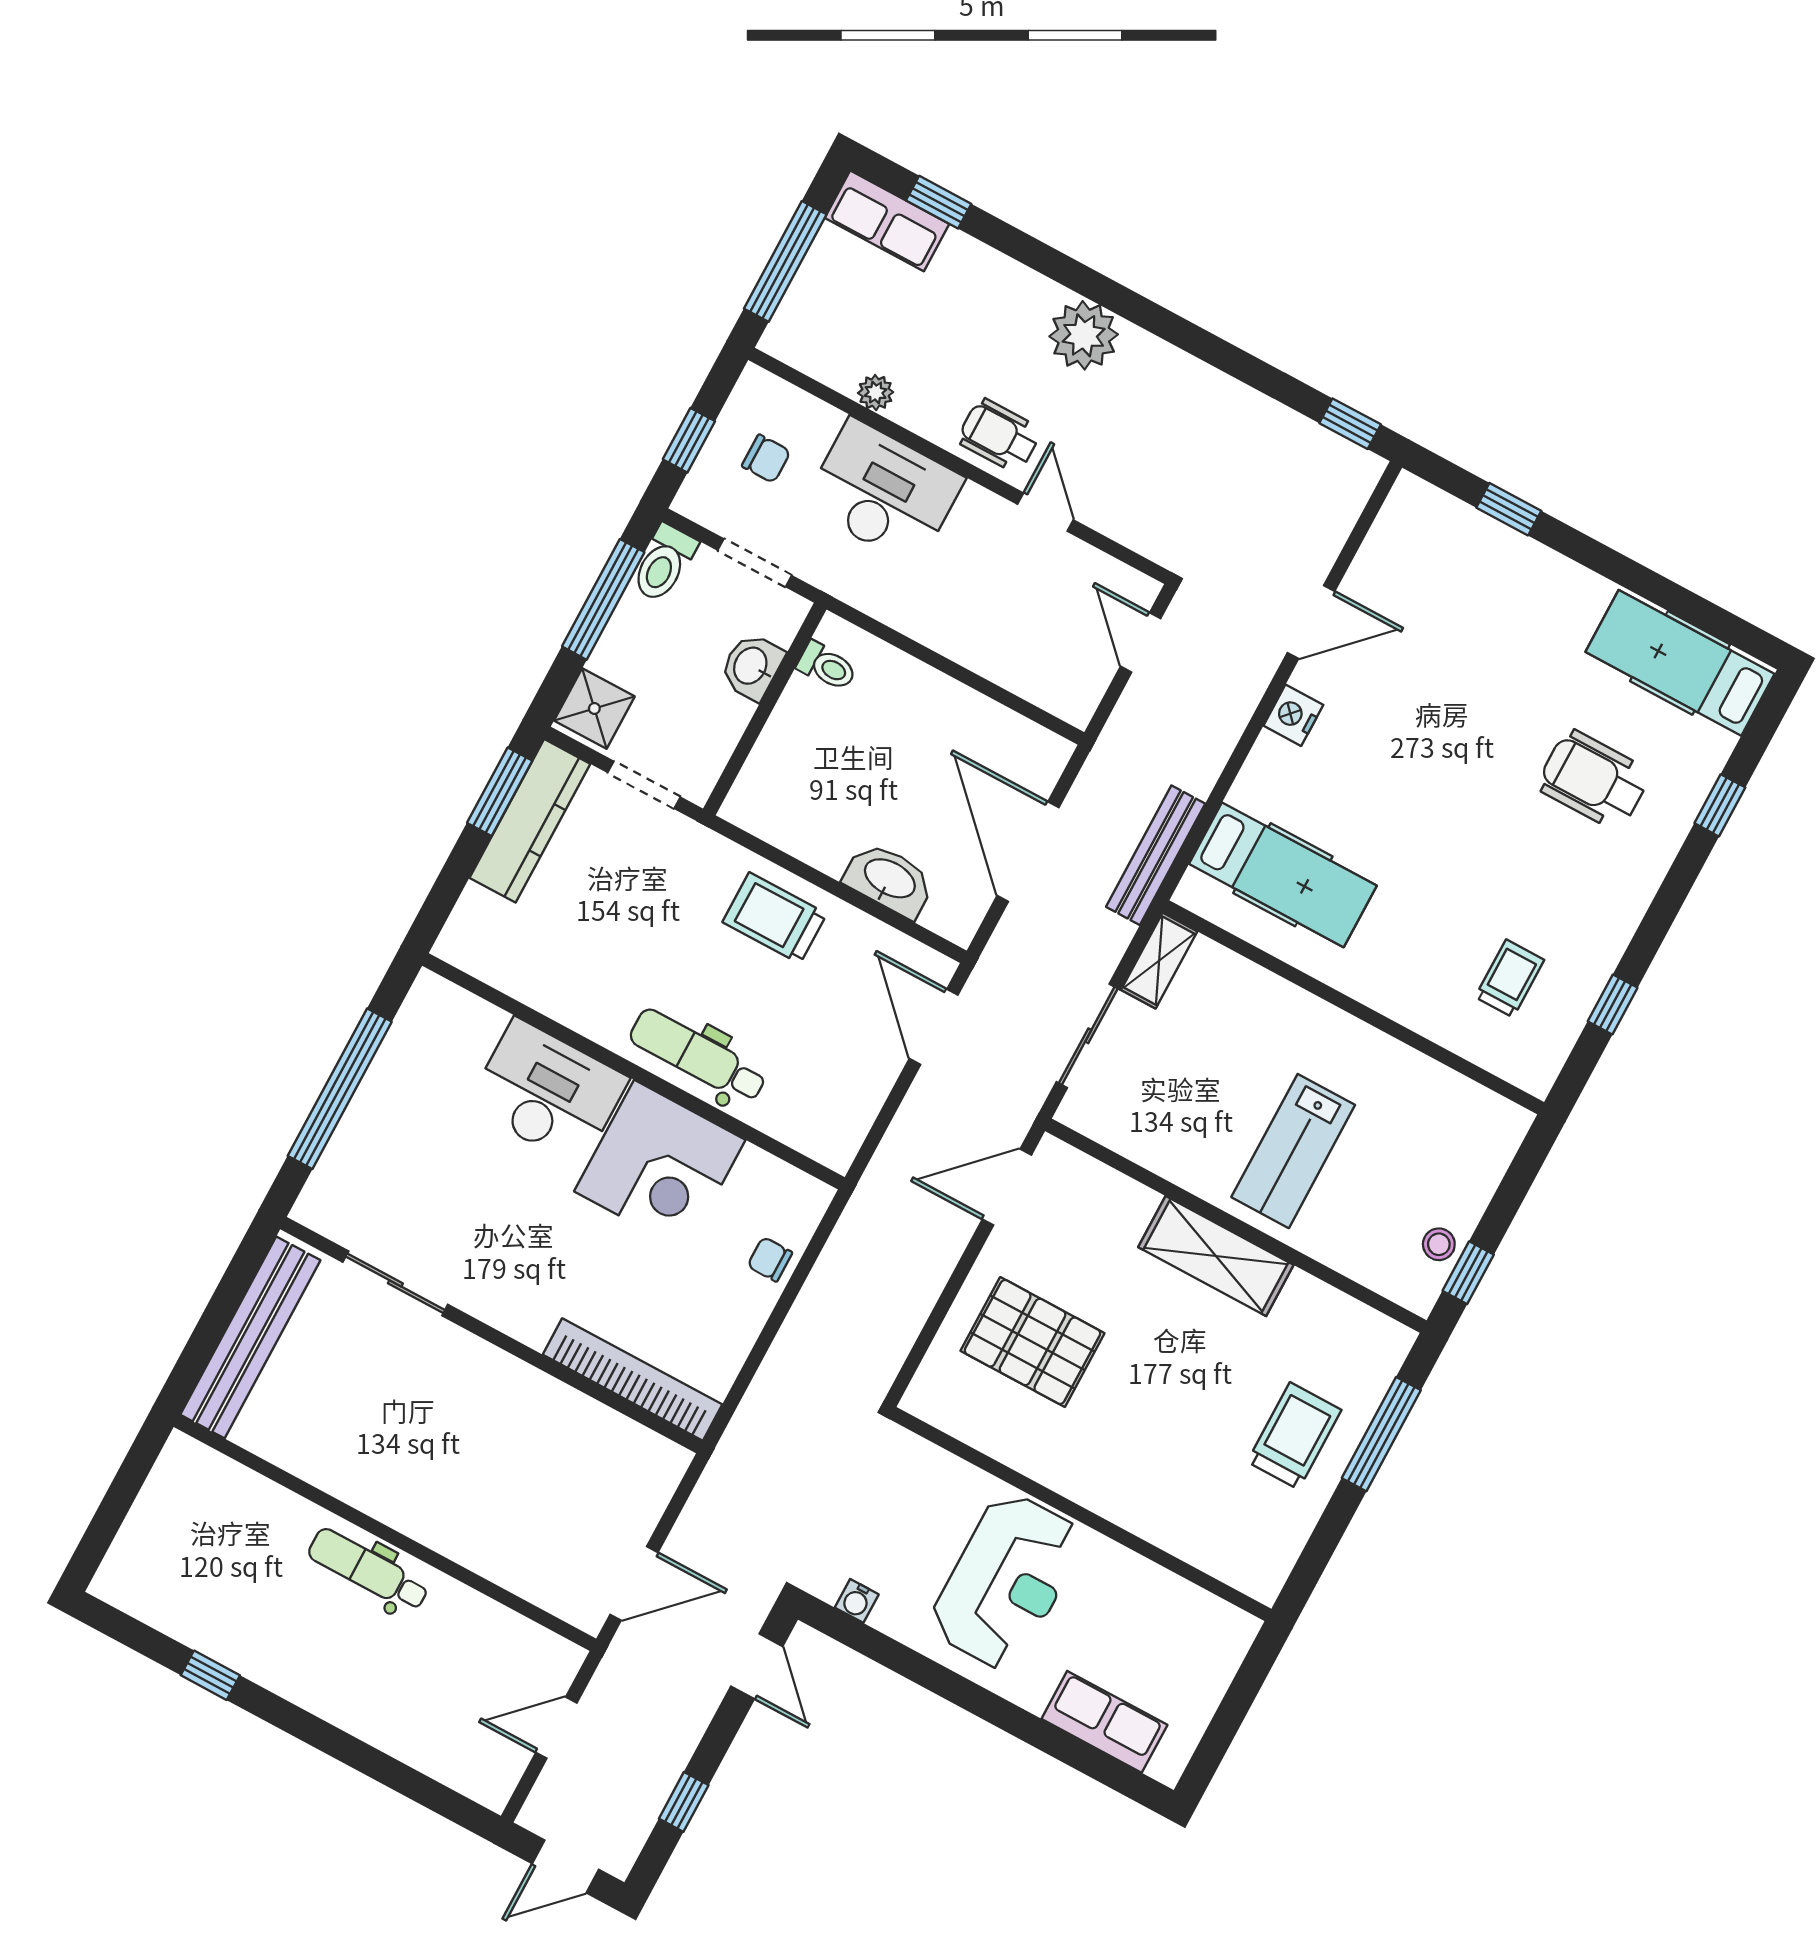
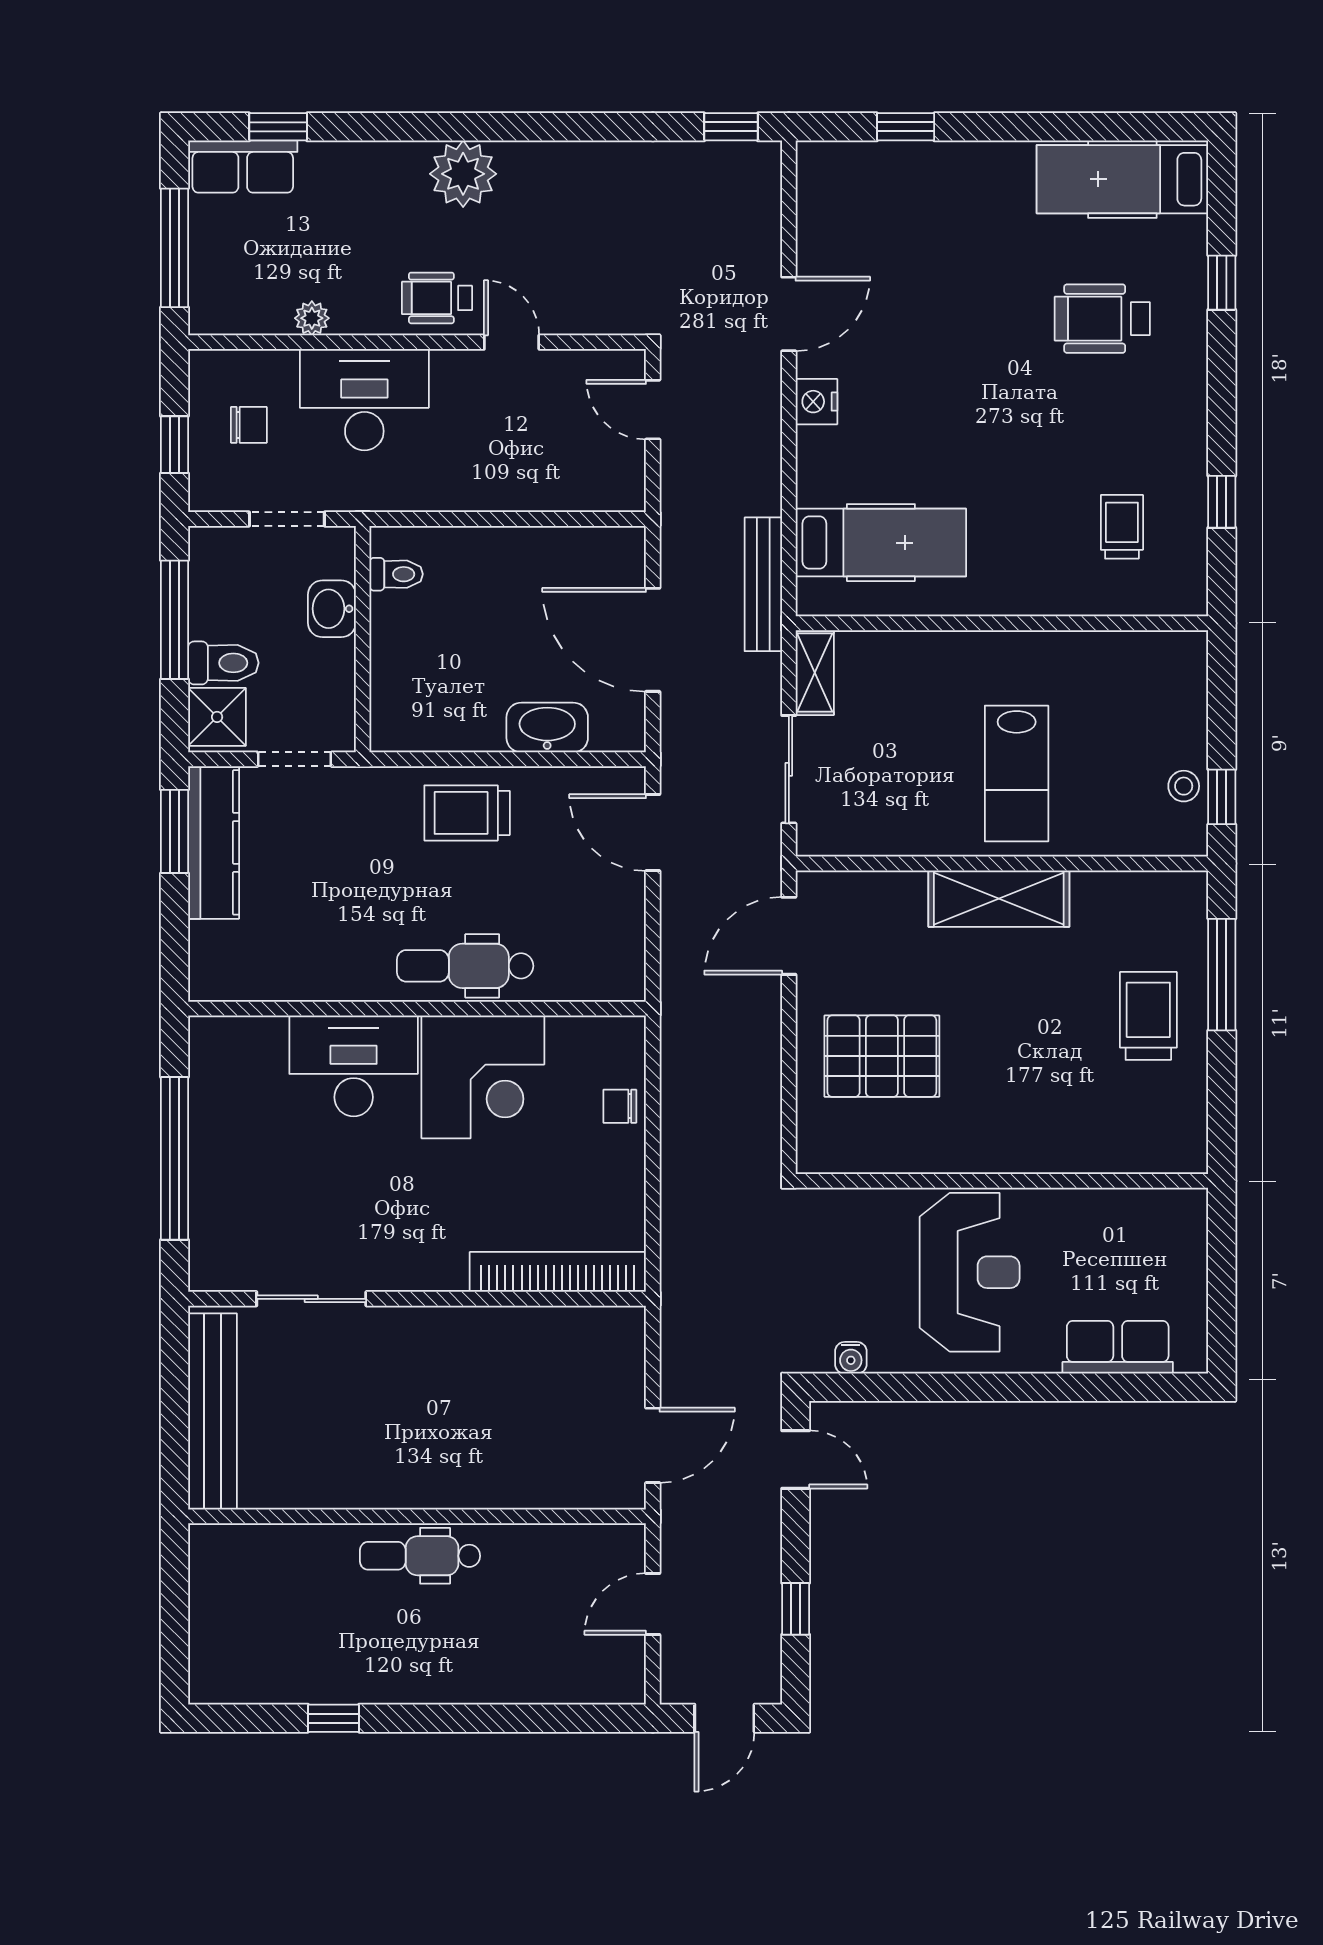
toilet: (664, 563) -> (223, 663), moved, turned -90

